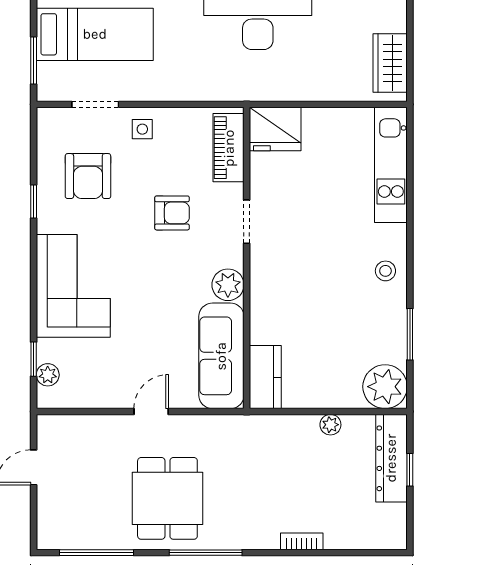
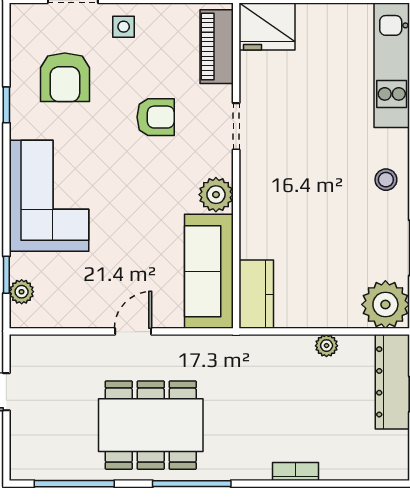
dining table: (167, 498) -> (151, 425), width x1.38

